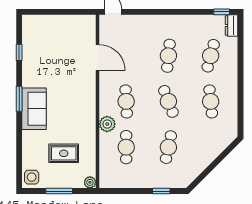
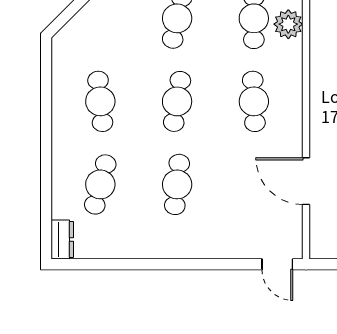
window: (222, 12) -> (80, 264), removed
cafe table: (168, 101) -> (177, 101), turned 30
plant: (107, 124) -> (288, 24), moved

